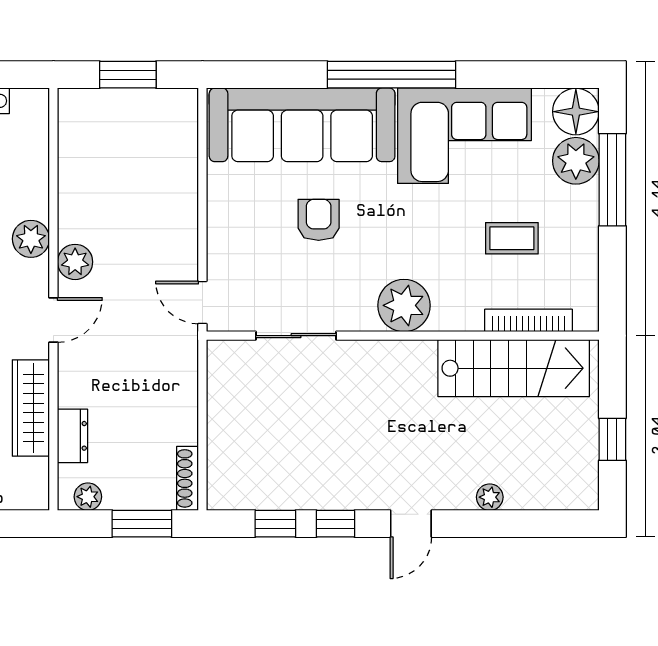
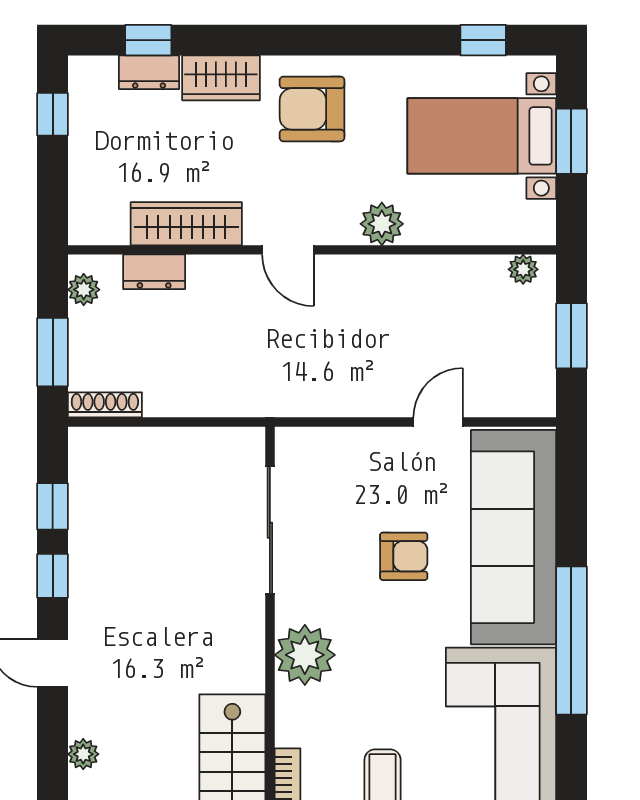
plant: (75, 262) -> (523, 269), moved, width x0.73, depth x0.73
door: (202, 302) -> (438, 422), moved
sliding door: (296, 336) -> (270, 530), width x1.37

